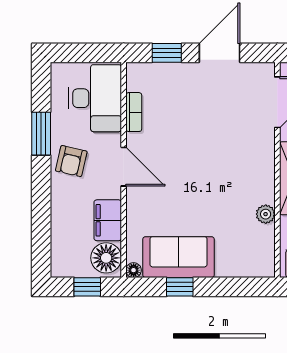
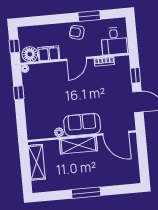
desk: (95, 98) -> (114, 41), width x0.73
sofa: (179, 257) -> (82, 125), moved, turned -90

